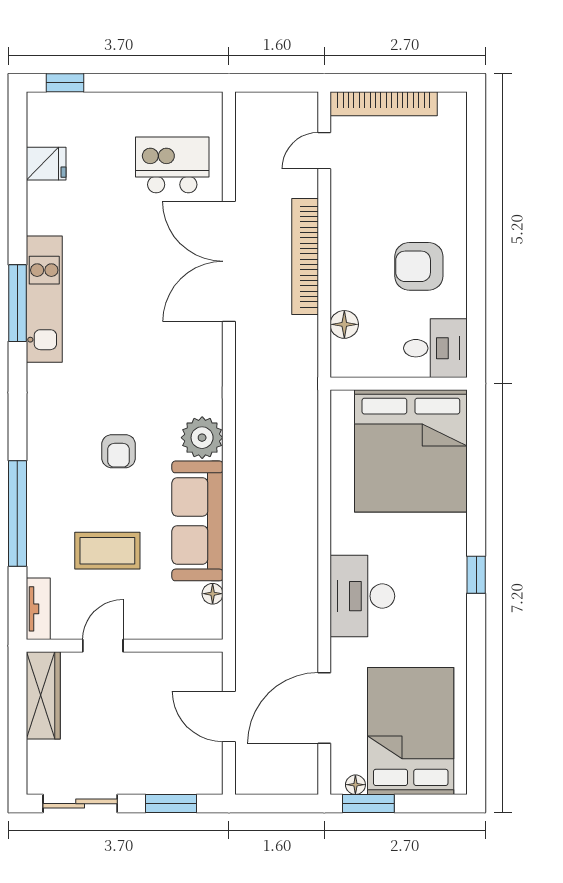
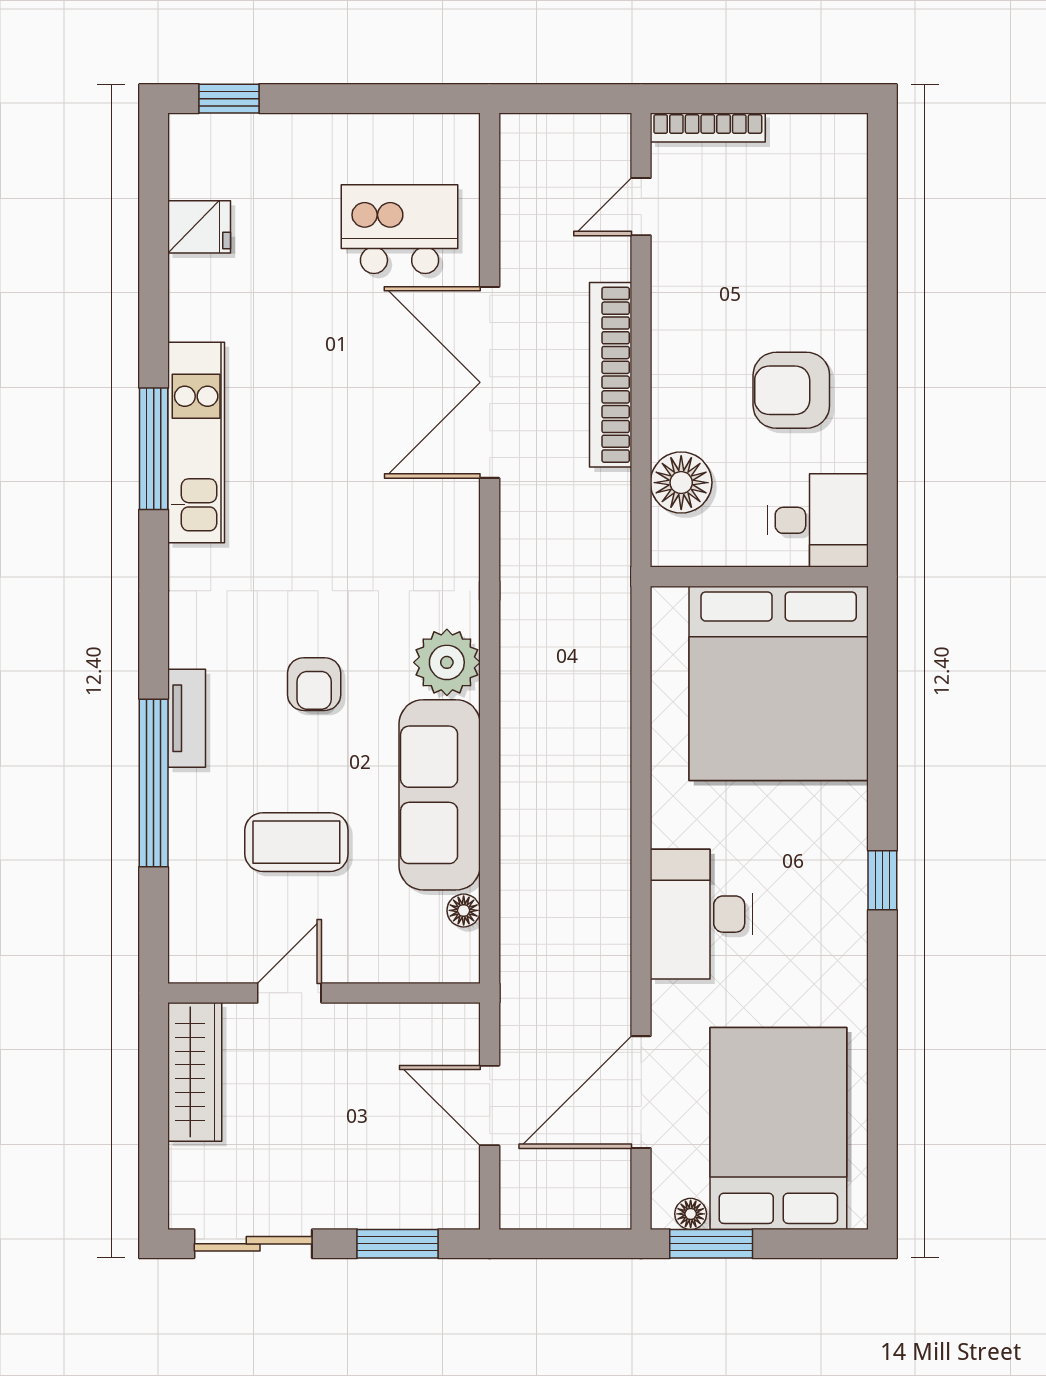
bookcase: (384, 104) -> (708, 128), width x0.68, depth x0.76
floor lamp: (344, 324) -> (681, 483), width x1.38, depth x1.38
tv unit: (38, 609) -> (187, 718), moved

